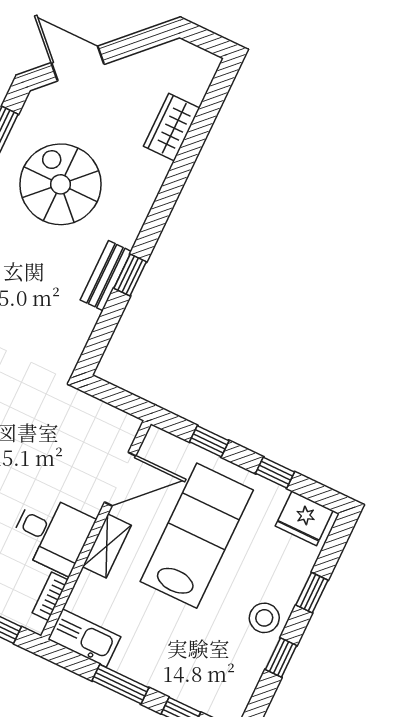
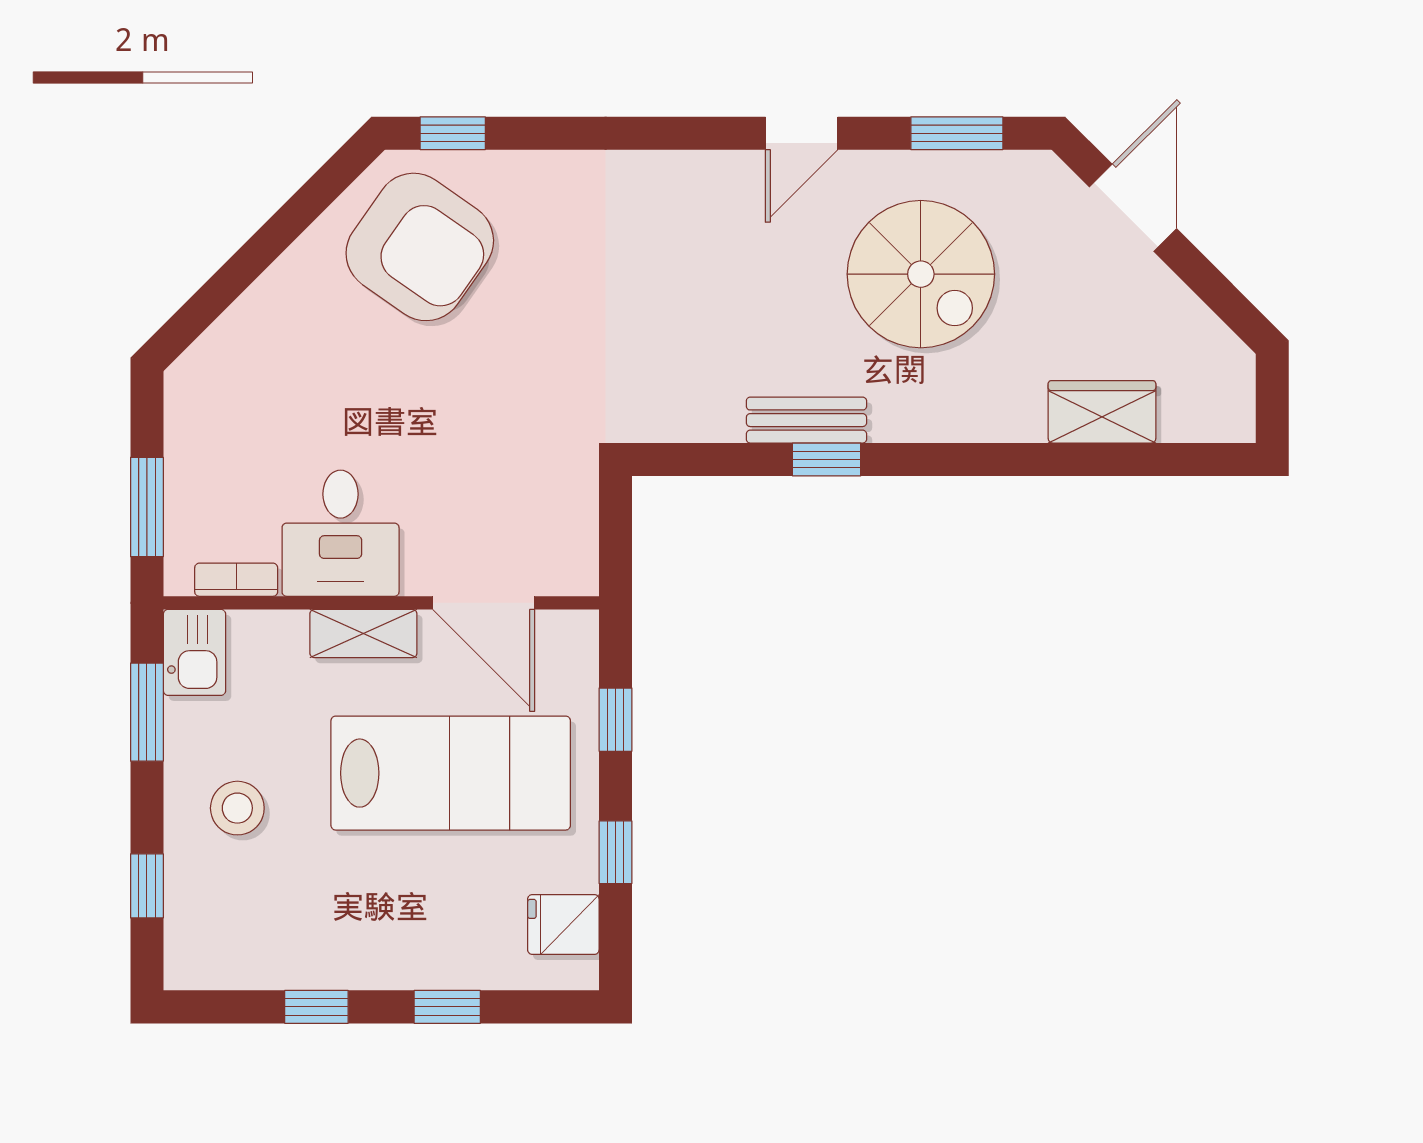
spiral stairs: (60, 184) -> (921, 274), turned 90
fridge: (304, 518) -> (563, 924), width x0.72
stool: (264, 618) -> (237, 808), moved
kitchen sink: (84, 638) -> (194, 652), width x0.73
window: (120, 684) -> (147, 712), moved

